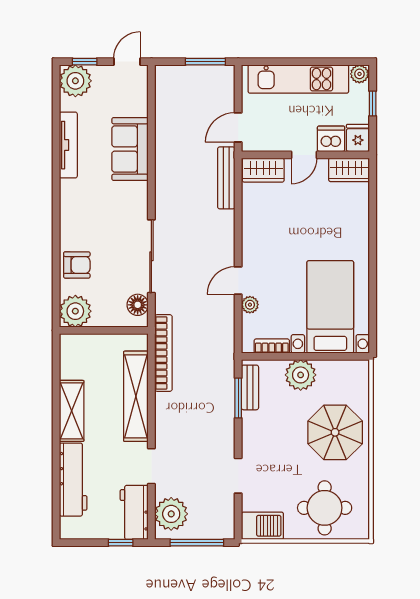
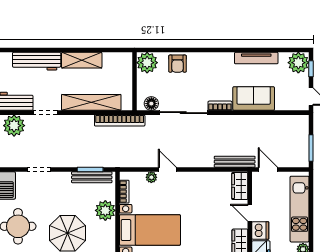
bookcase: (141, 200) -> (220, 106), added
bench: (250, 387) -> (92, 177), width x1.36

